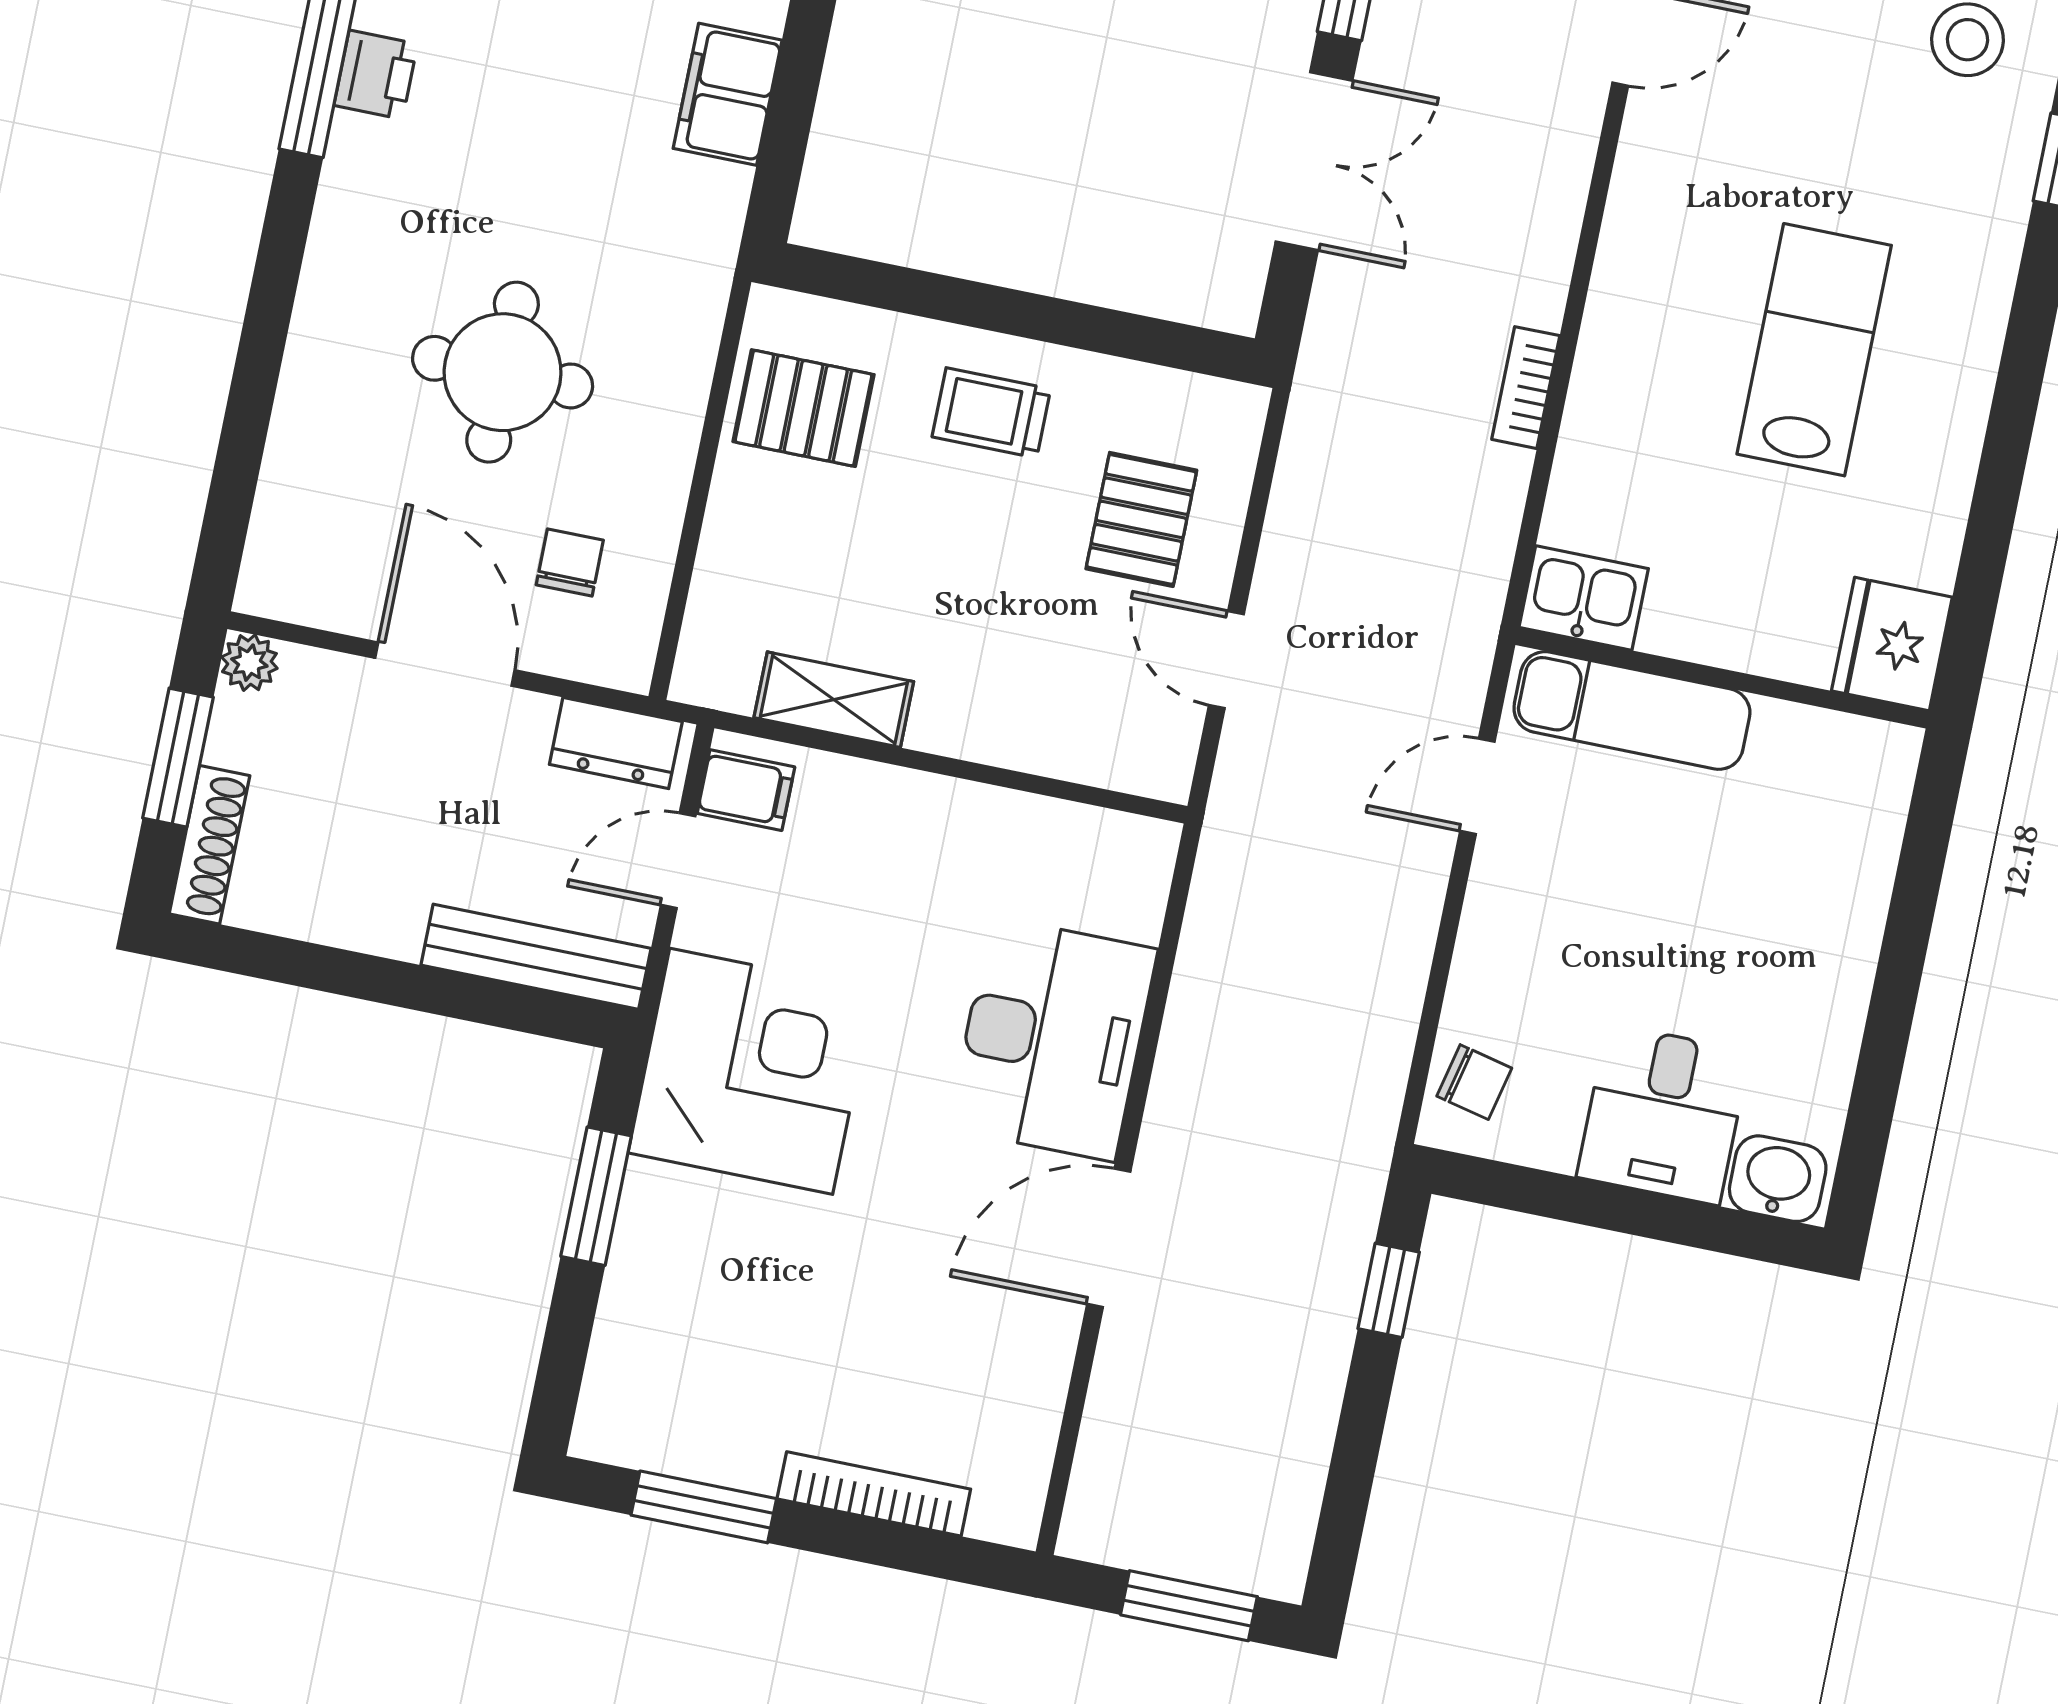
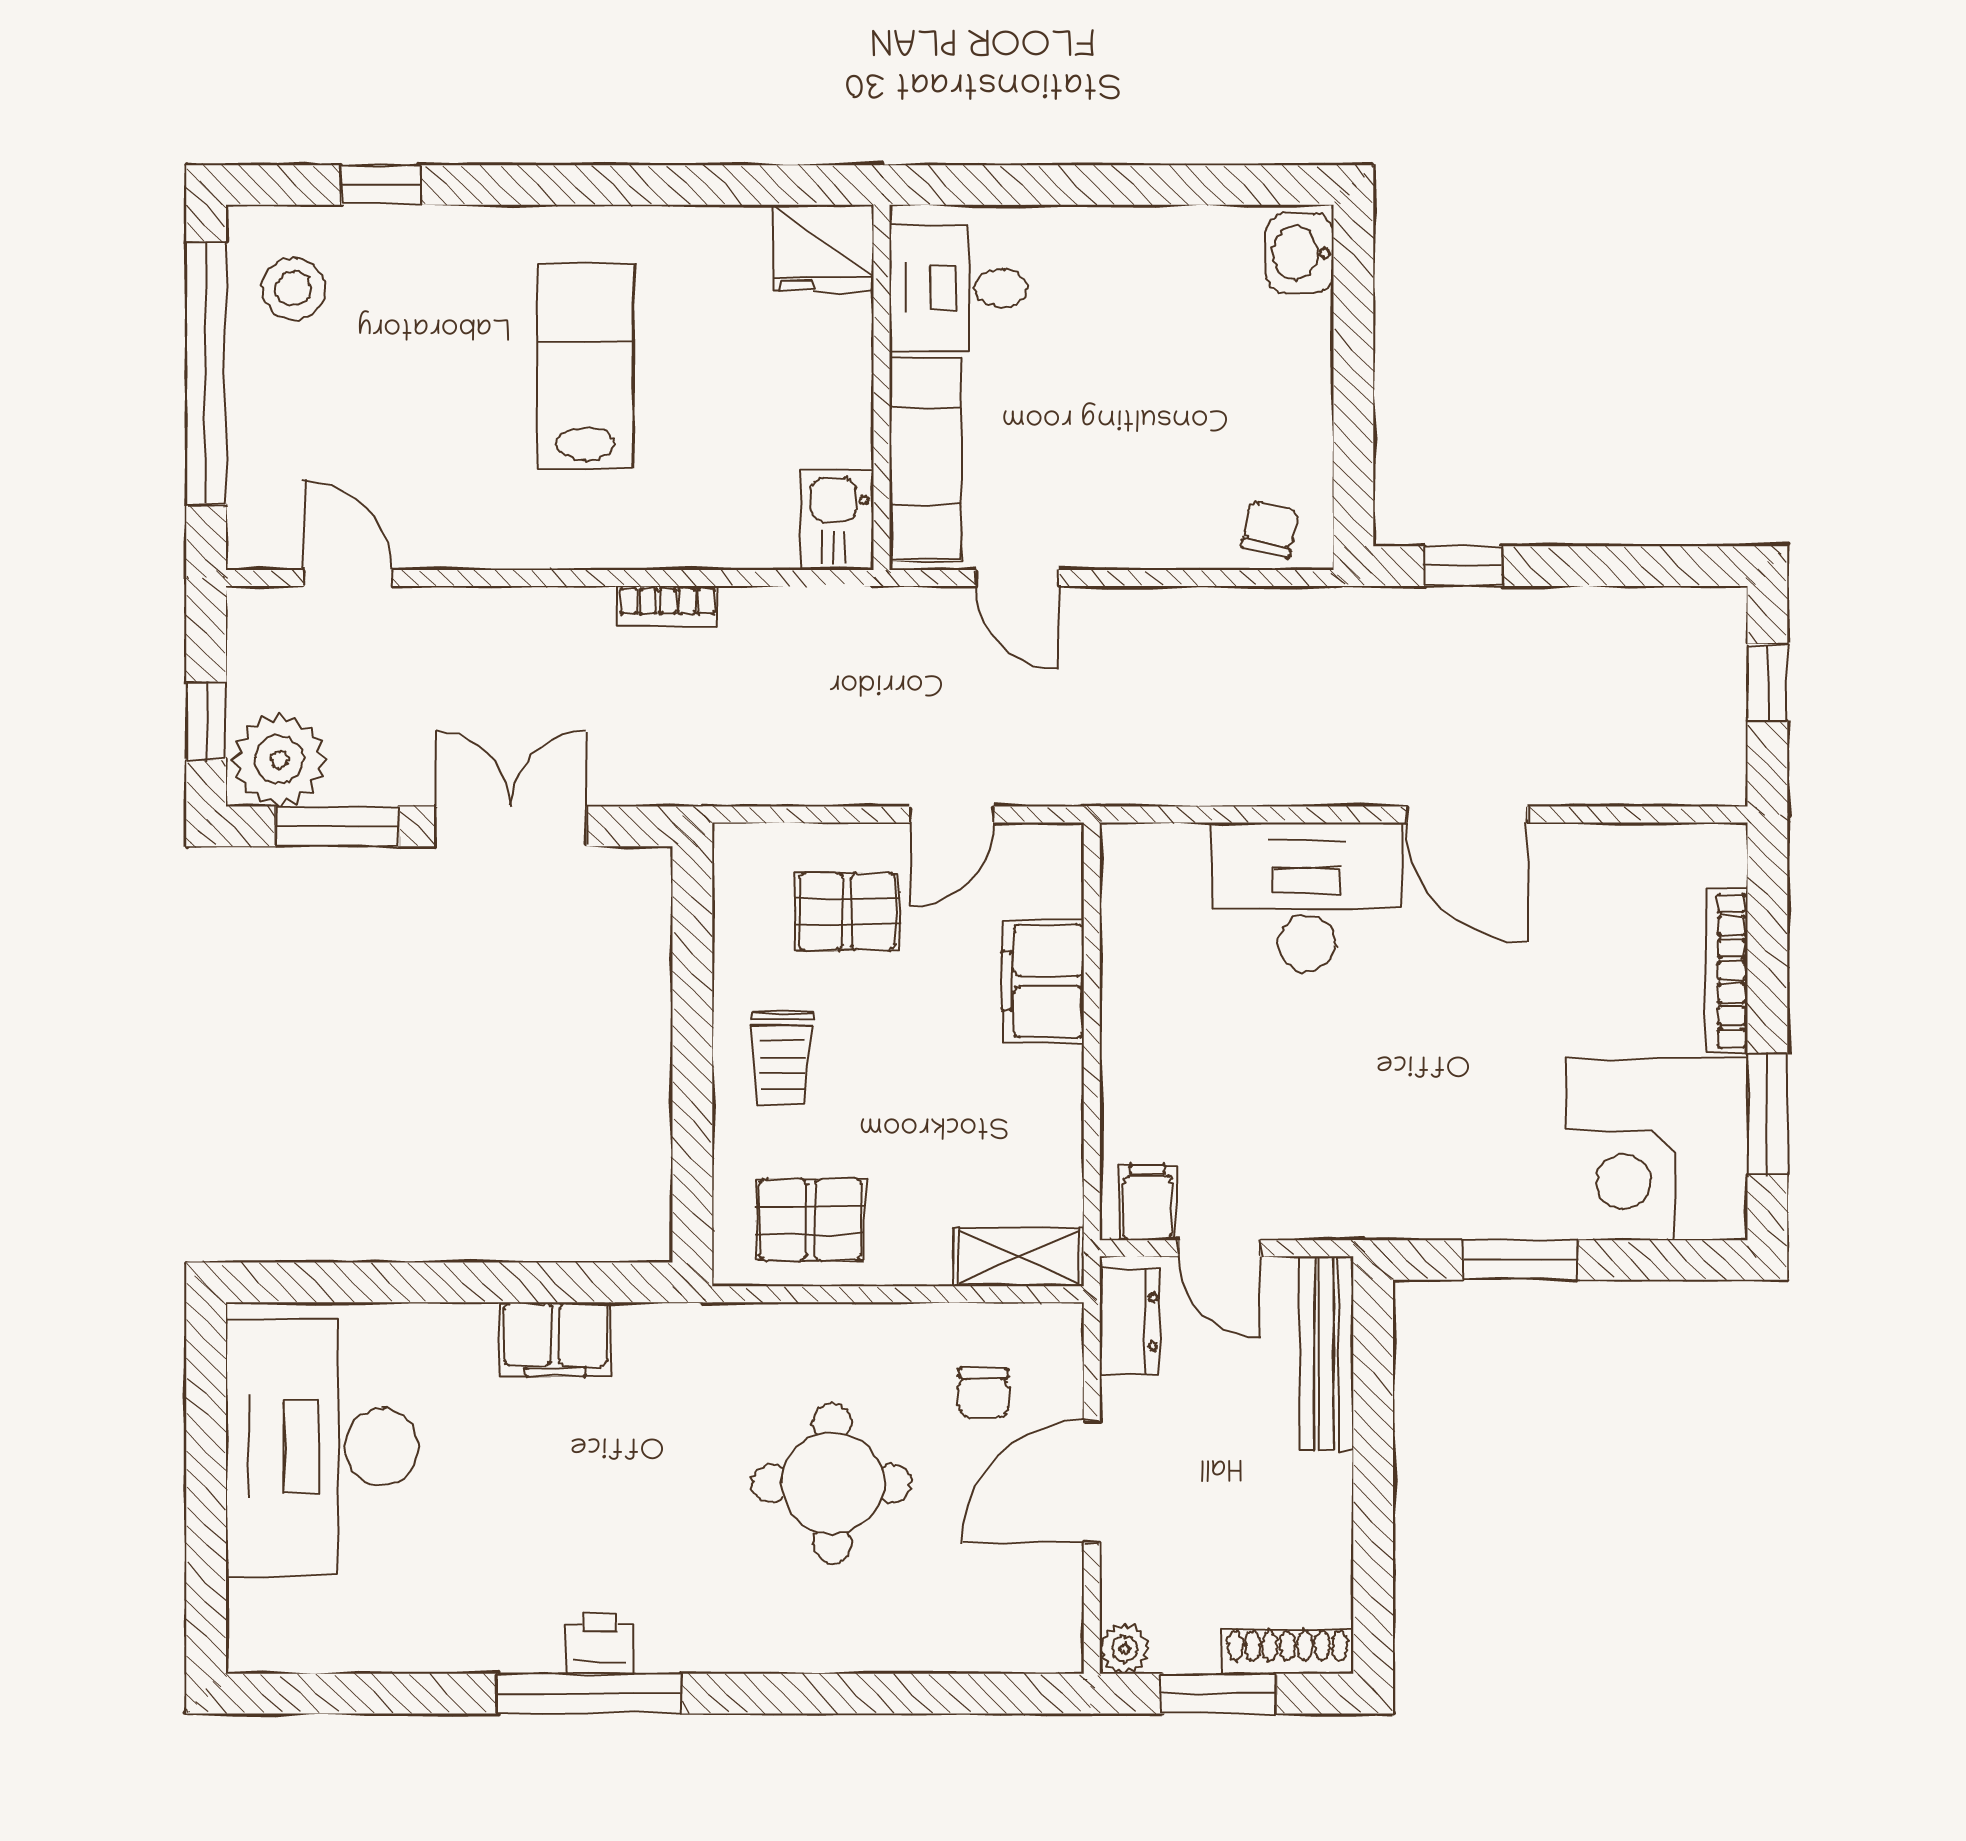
lab bench: (1814, 350) -> (585, 366), turned 90
pallet: (803, 408) -> (811, 1220), turned 90
chair: (570, 562) -> (983, 1393), turned -90
shelving: (834, 700) -> (1019, 1257), moved, turned 90
filing cabinet: (1018, 723) -> (1043, 981), added
corner desk: (751, 1071) -> (1656, 1149), moved, turned -90
desk: (1663, 1114) -> (958, 288), moved, turned 180
window: (1189, 1606) -> (1767, 682), width x0.67

